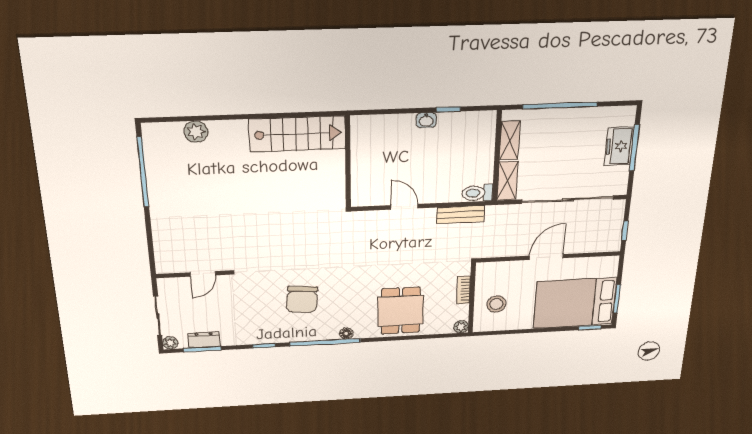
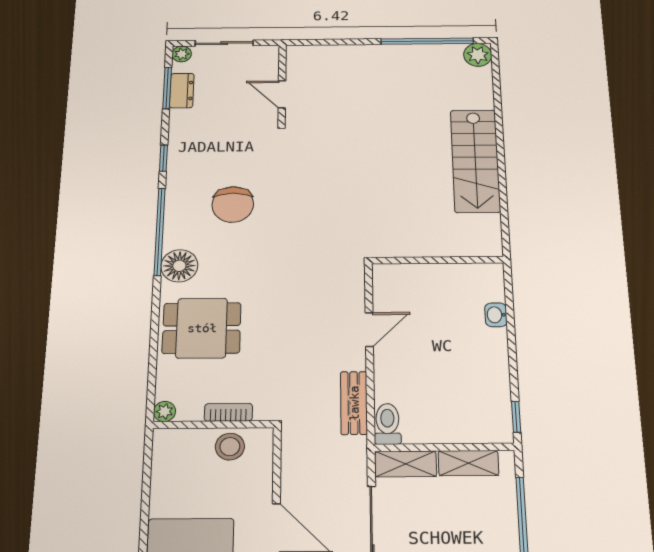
window: (448, 109) -> (516, 417), moved
washbasin: (426, 120) -> (496, 315), moved
plant: (196, 132) -> (478, 55), moved
stairs: (297, 134) -> (475, 161), moved
chair: (302, 299) -> (233, 204), turned -95
stool: (496, 304) -> (230, 447), moved
floor lamp: (346, 333) -> (179, 266), width x1.89, depth x1.89

